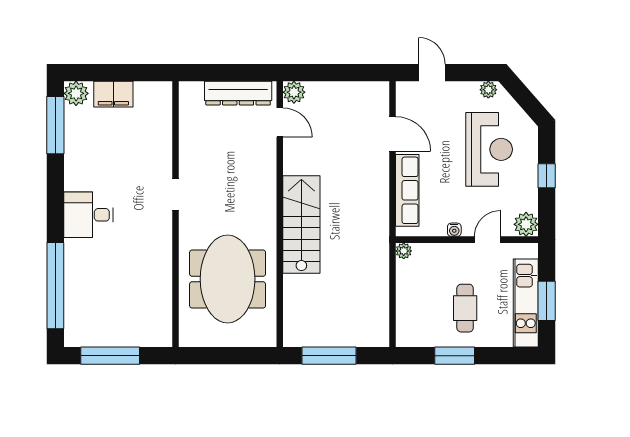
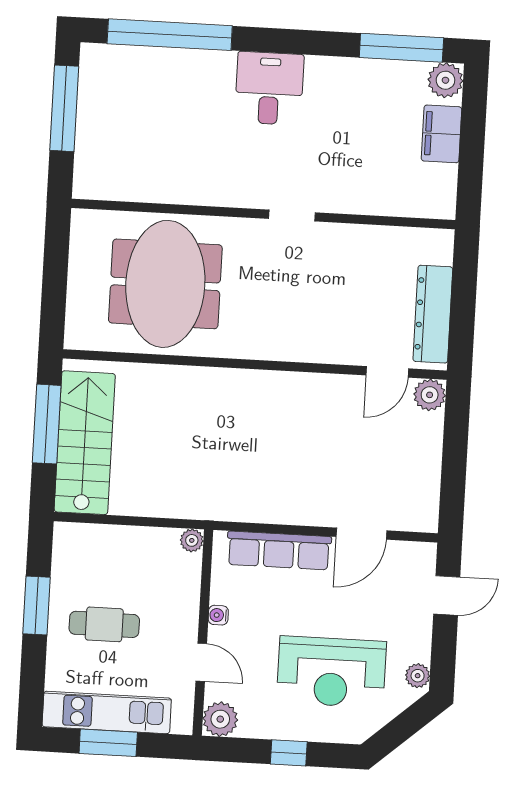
stairs: (301, 224) -> (85, 443), moved, turned -90
meeting table: (228, 279) -> (165, 284), turned 90

